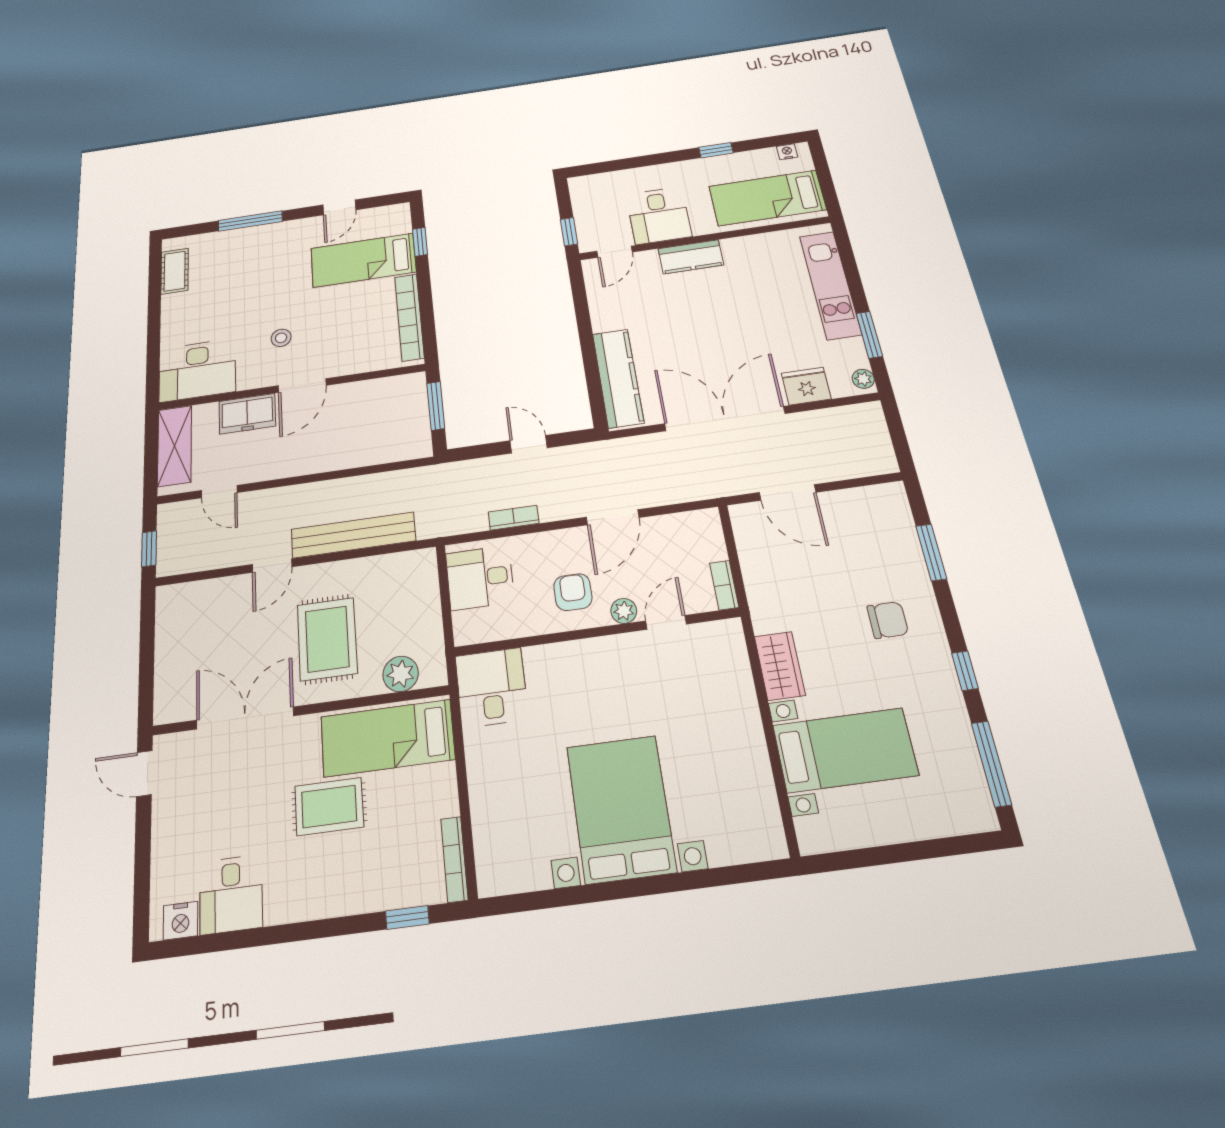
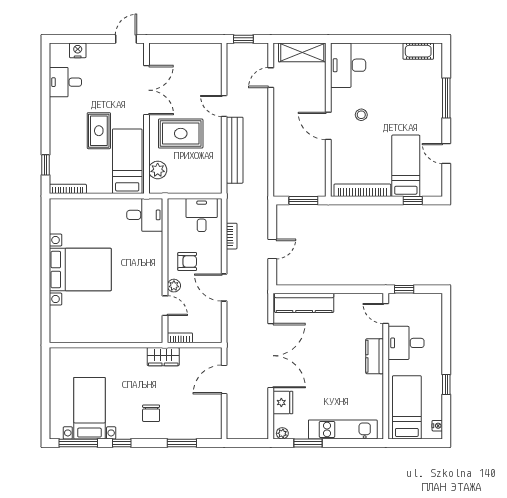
freezer: (247, 414) -> (316, 94), removed
wardrobe: (780, 666) -> (163, 357), moved
bed with nightstands: (845, 750) -> (89, 408), moved, turned 180
nightstand: (180, 921) -> (78, 50), moved, turned 90

